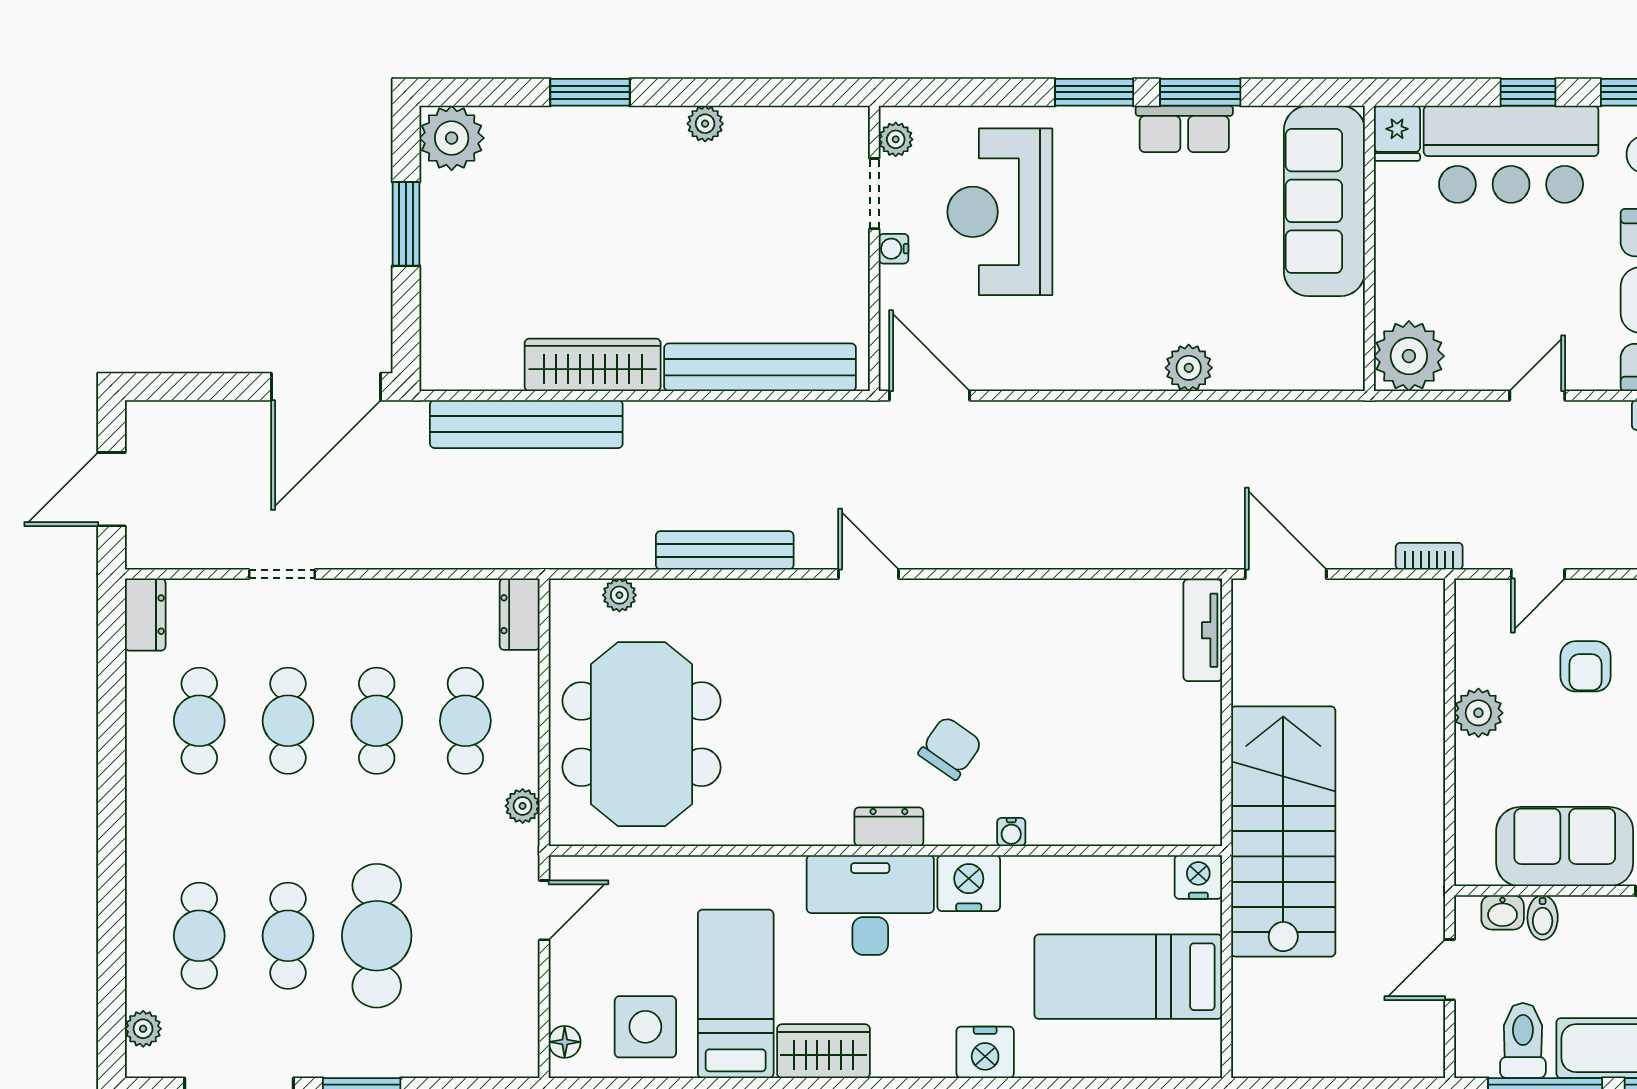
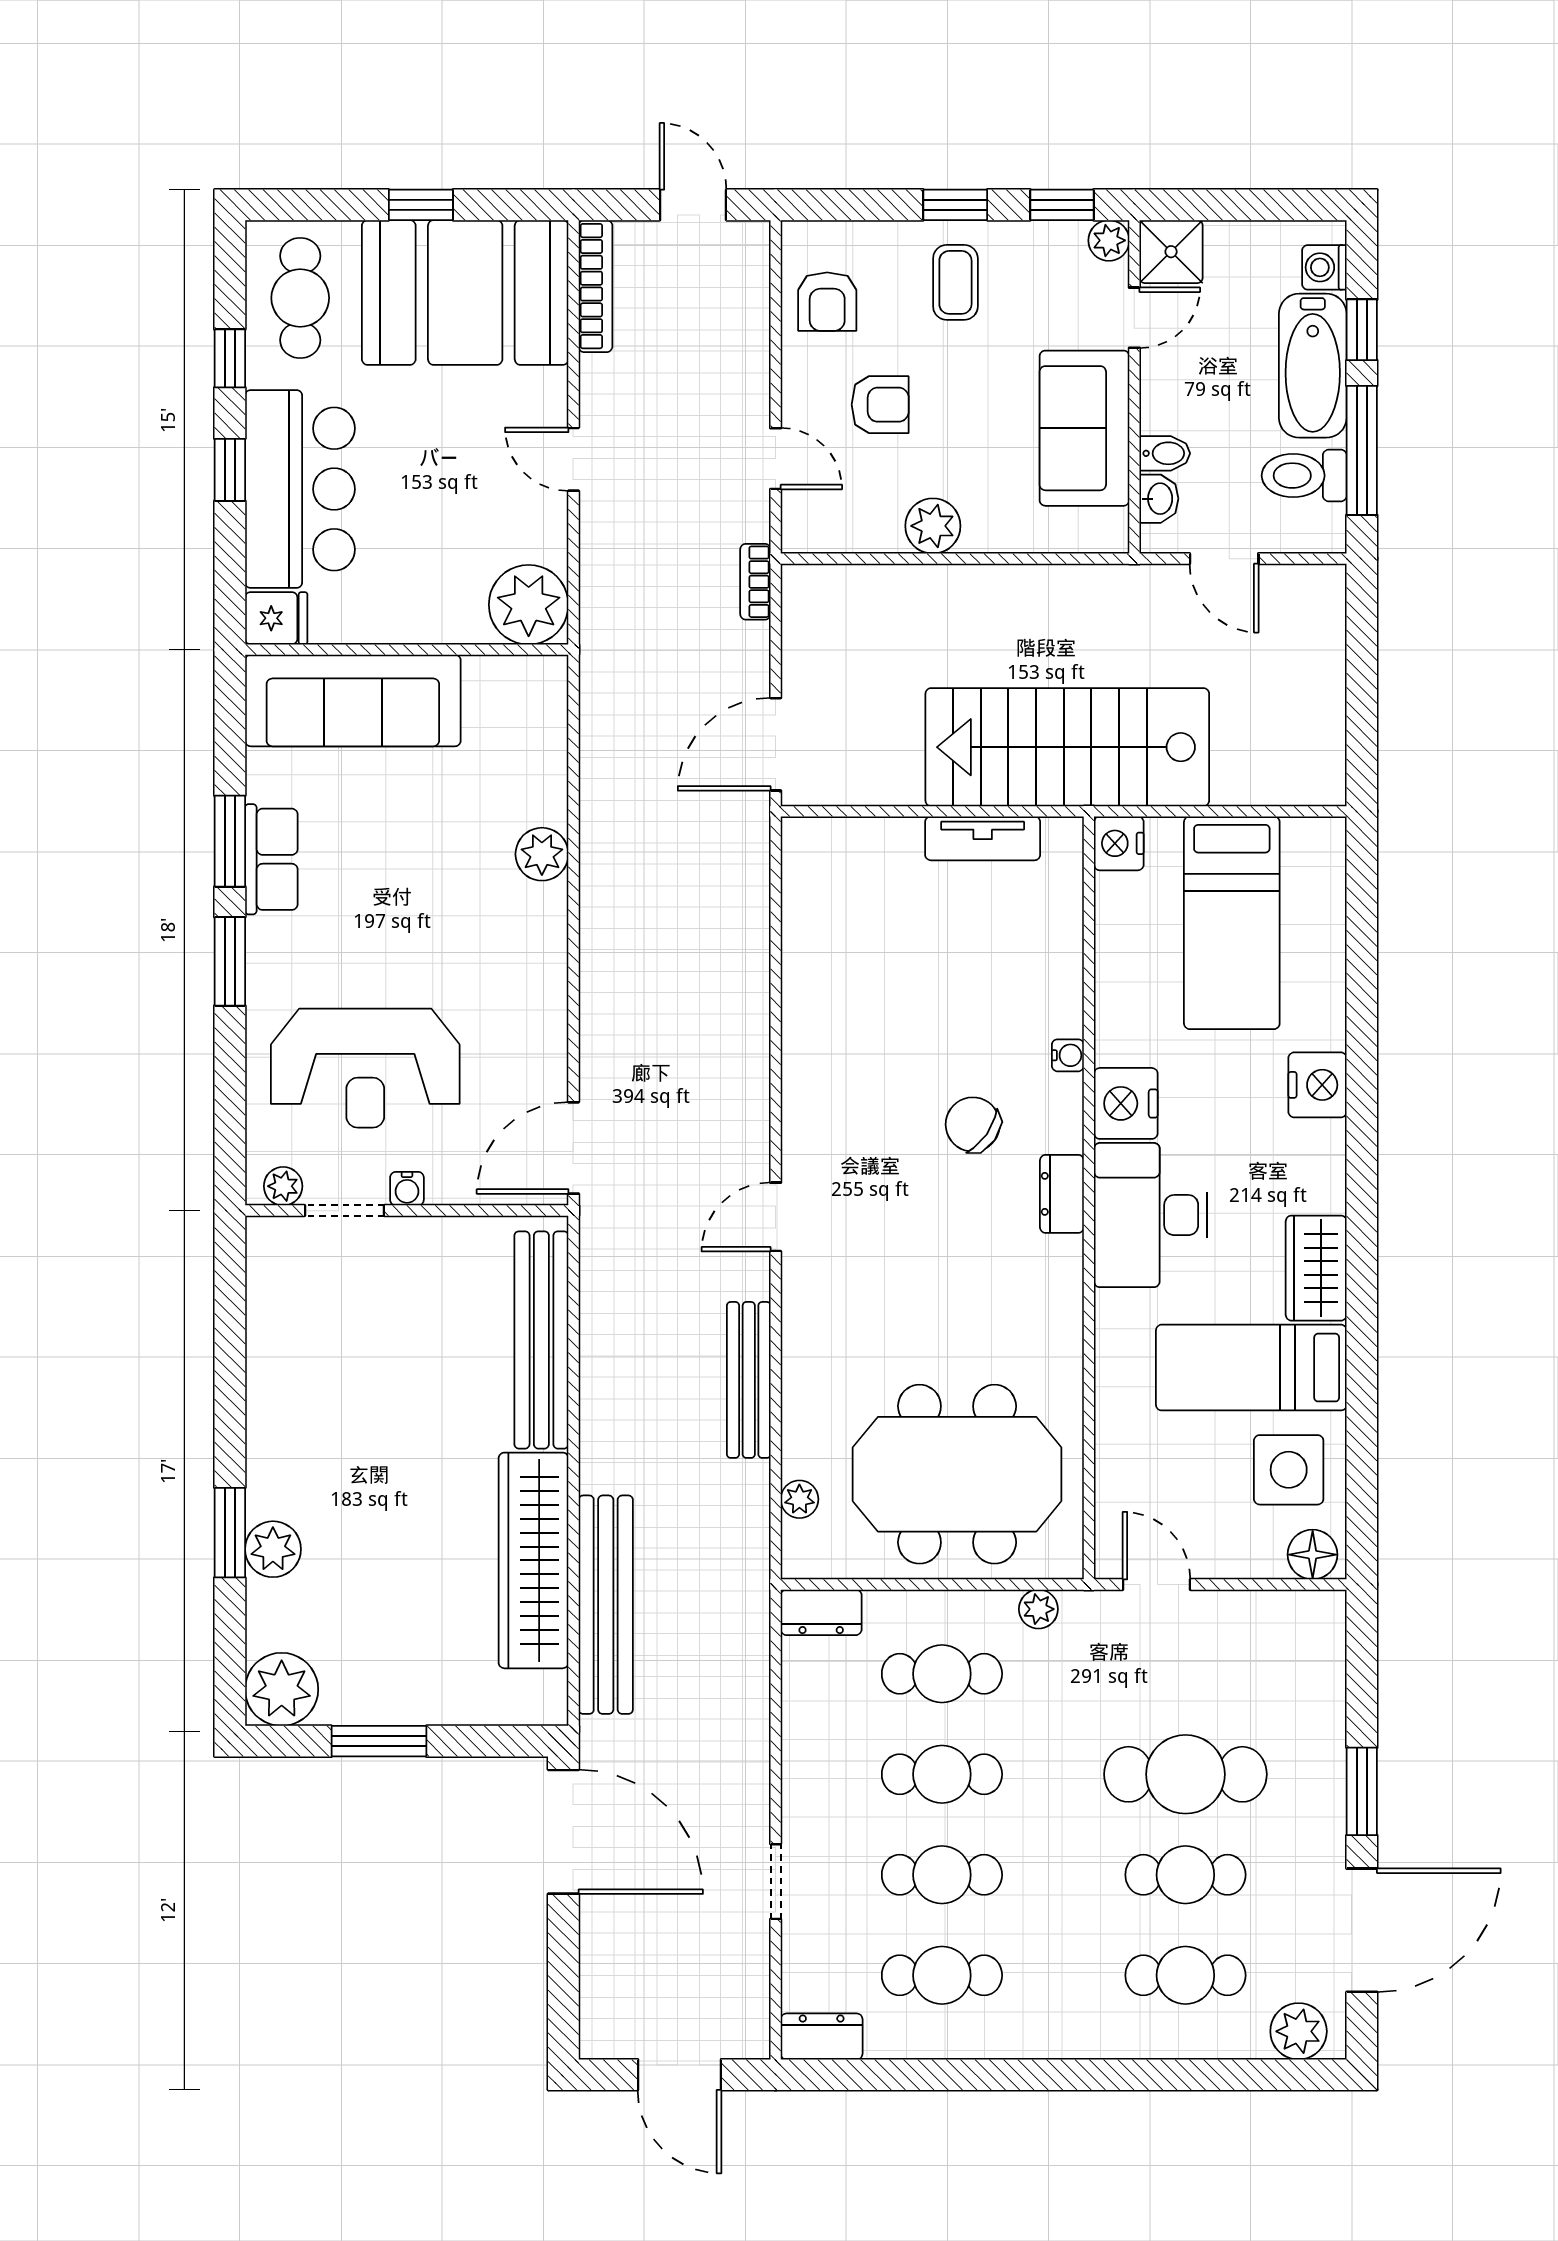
plant: (705, 124) -> (273, 1549), moved, width x1.38, depth x1.38
wardrobe: (593, 365) -> (534, 1560), width x1.40, depth x1.17
tv unit: (1203, 630) -> (983, 838), moved
plant: (143, 1029) -> (1299, 2031), width x1.38, depth x1.38
floor lamp: (565, 1042) -> (1313, 1555), width x1.37, depth x1.37

